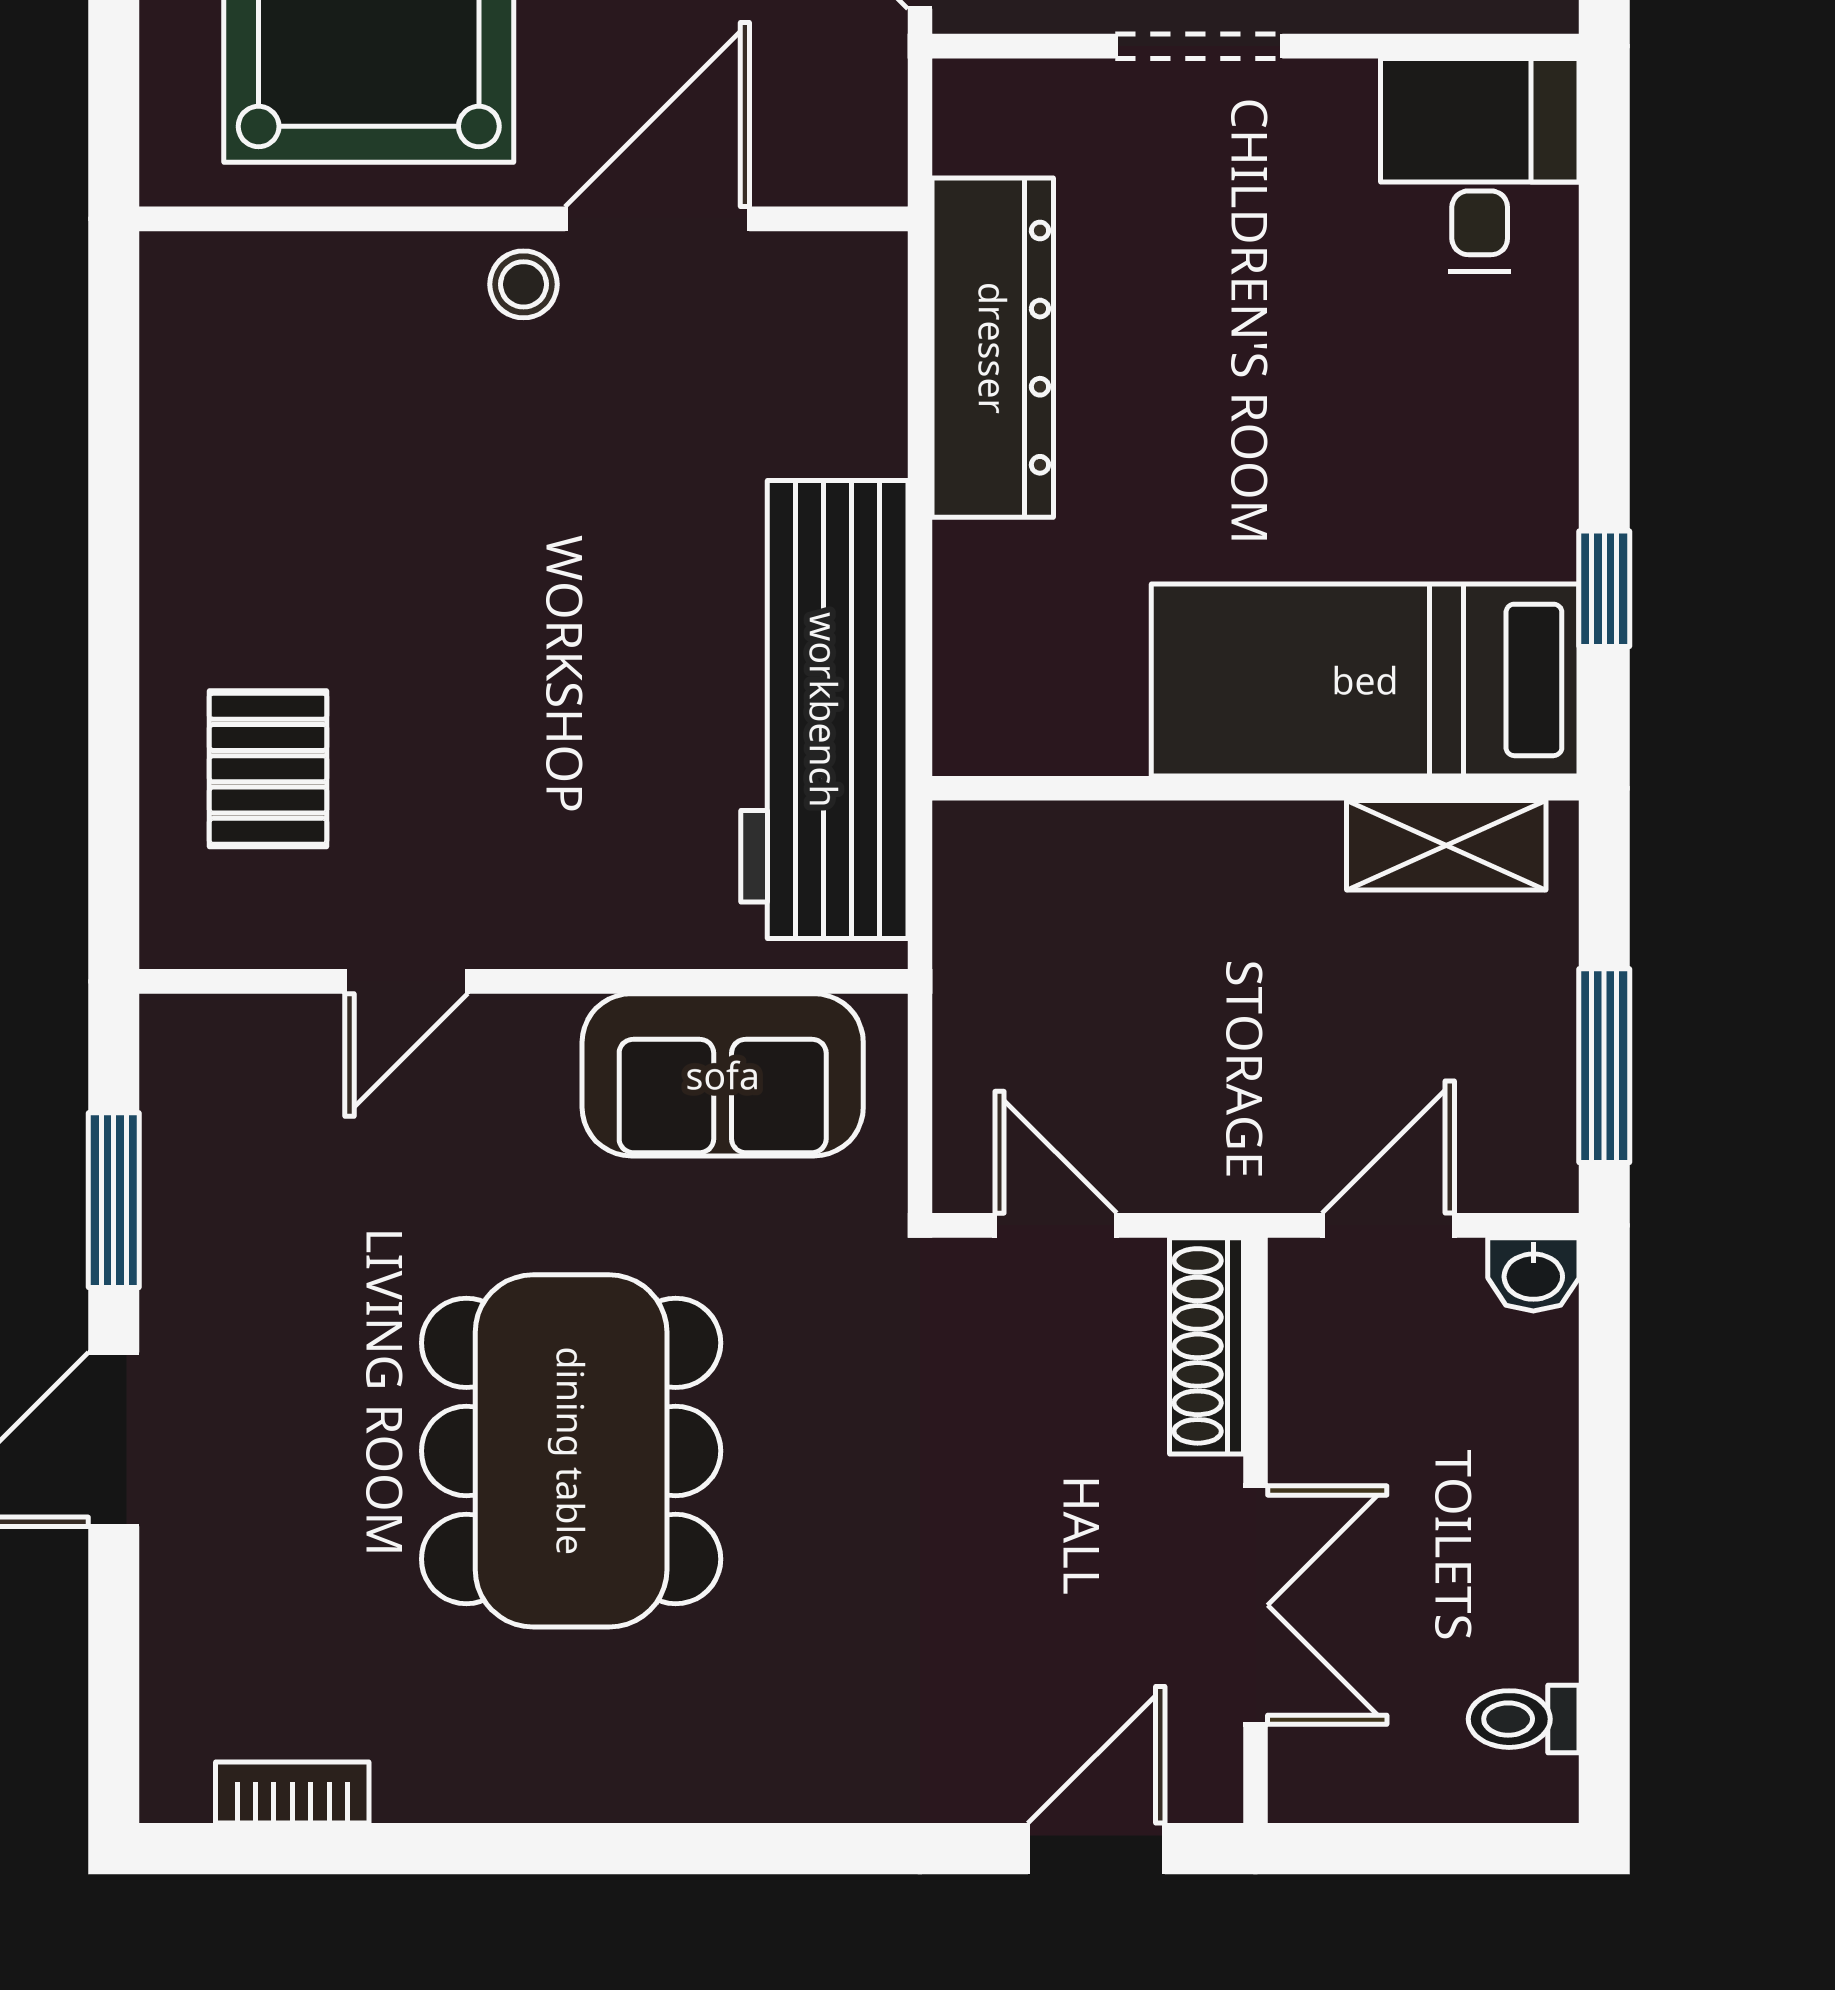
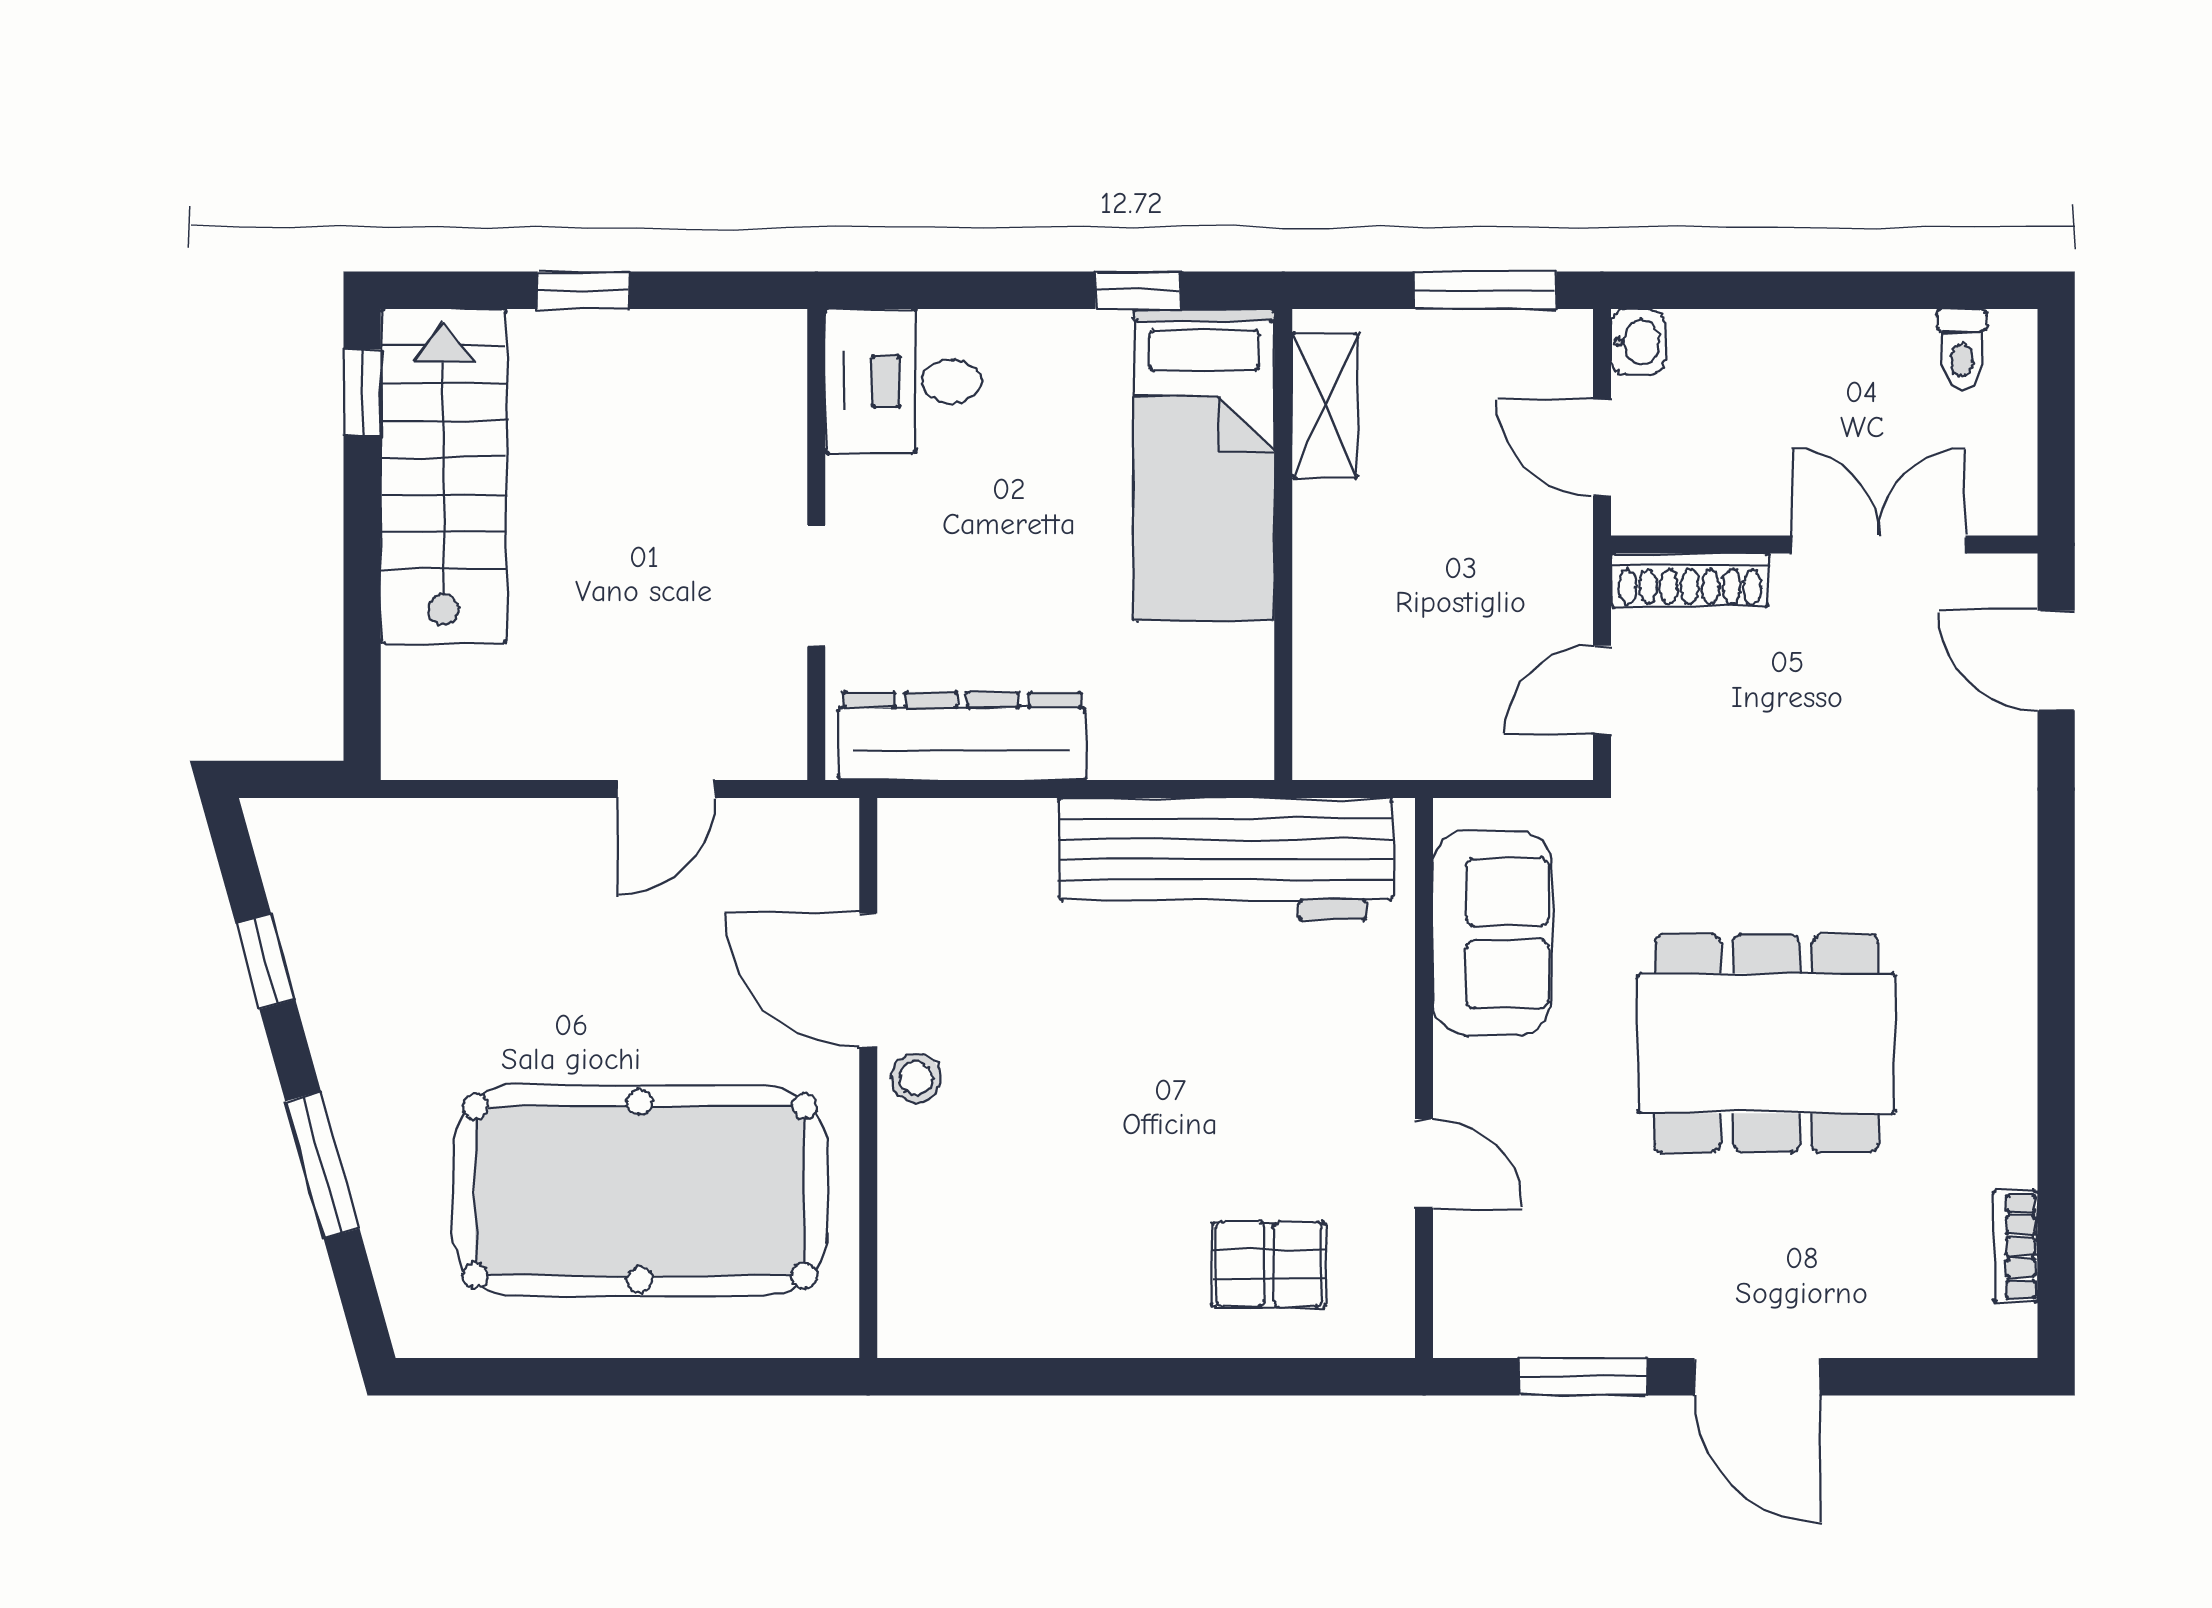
doorway: (1199, 46) -> (816, 586), moved
wall: (1255, 46) -> (816, 544), moved
desk: (1480, 165) -> (903, 381), moved

